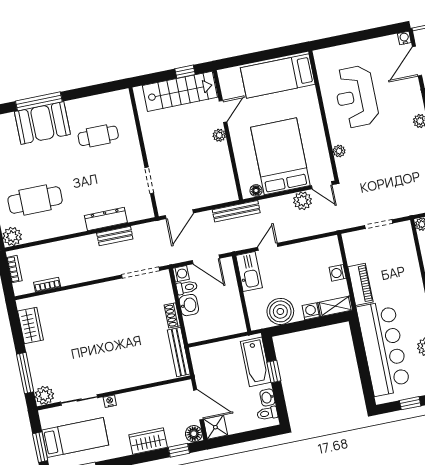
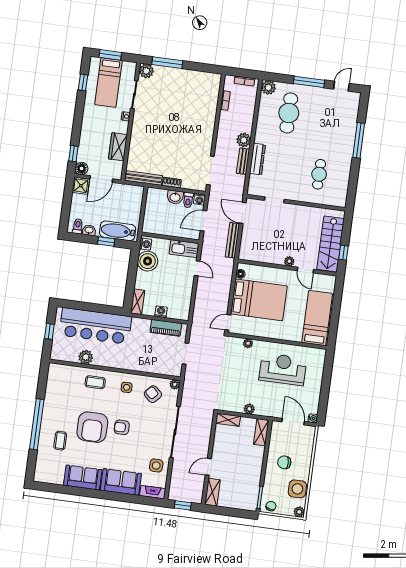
booth: (42, 123) -> (342, 137), removed
plant: (303, 201) -> (244, 140), moved
bench: (236, 211) -> (232, 240), moved
piano: (360, 284) -> (166, 328), moved
washing machine: (311, 311) -> (145, 244), moved
wardrobe: (30, 326) -> (200, 78), removed
wardrobe: (148, 441) -> (118, 147), moved, turned 180

